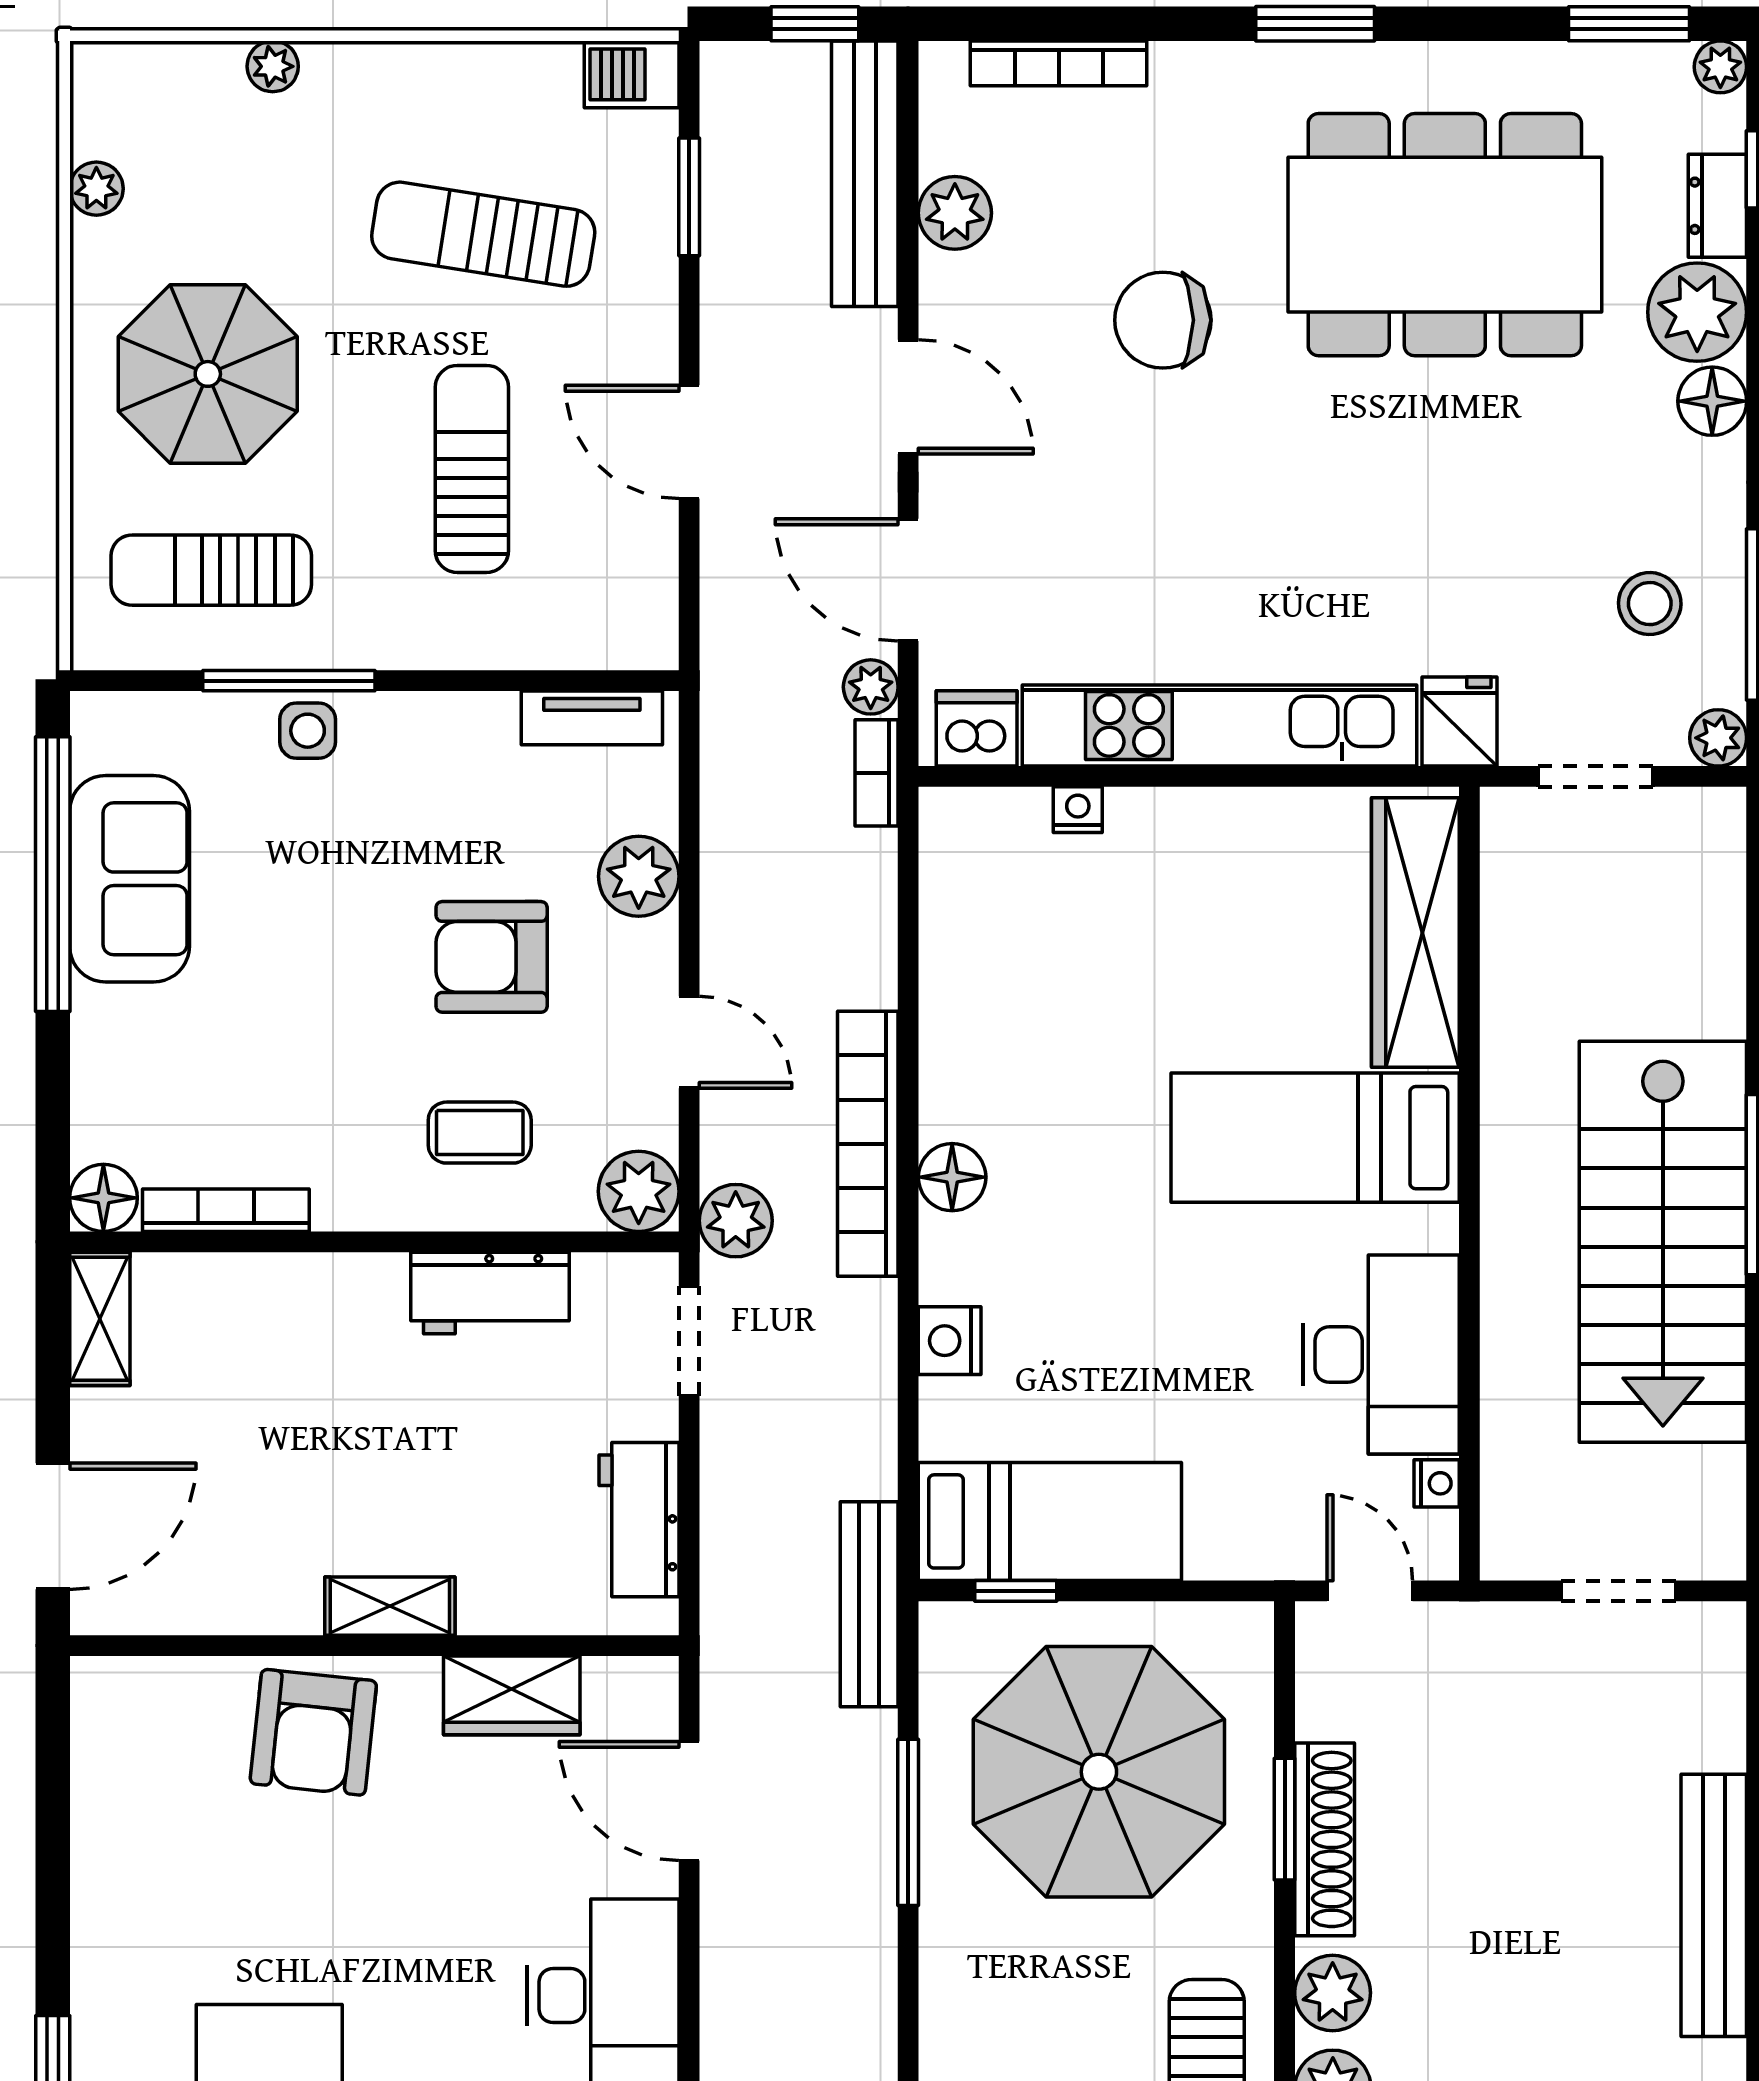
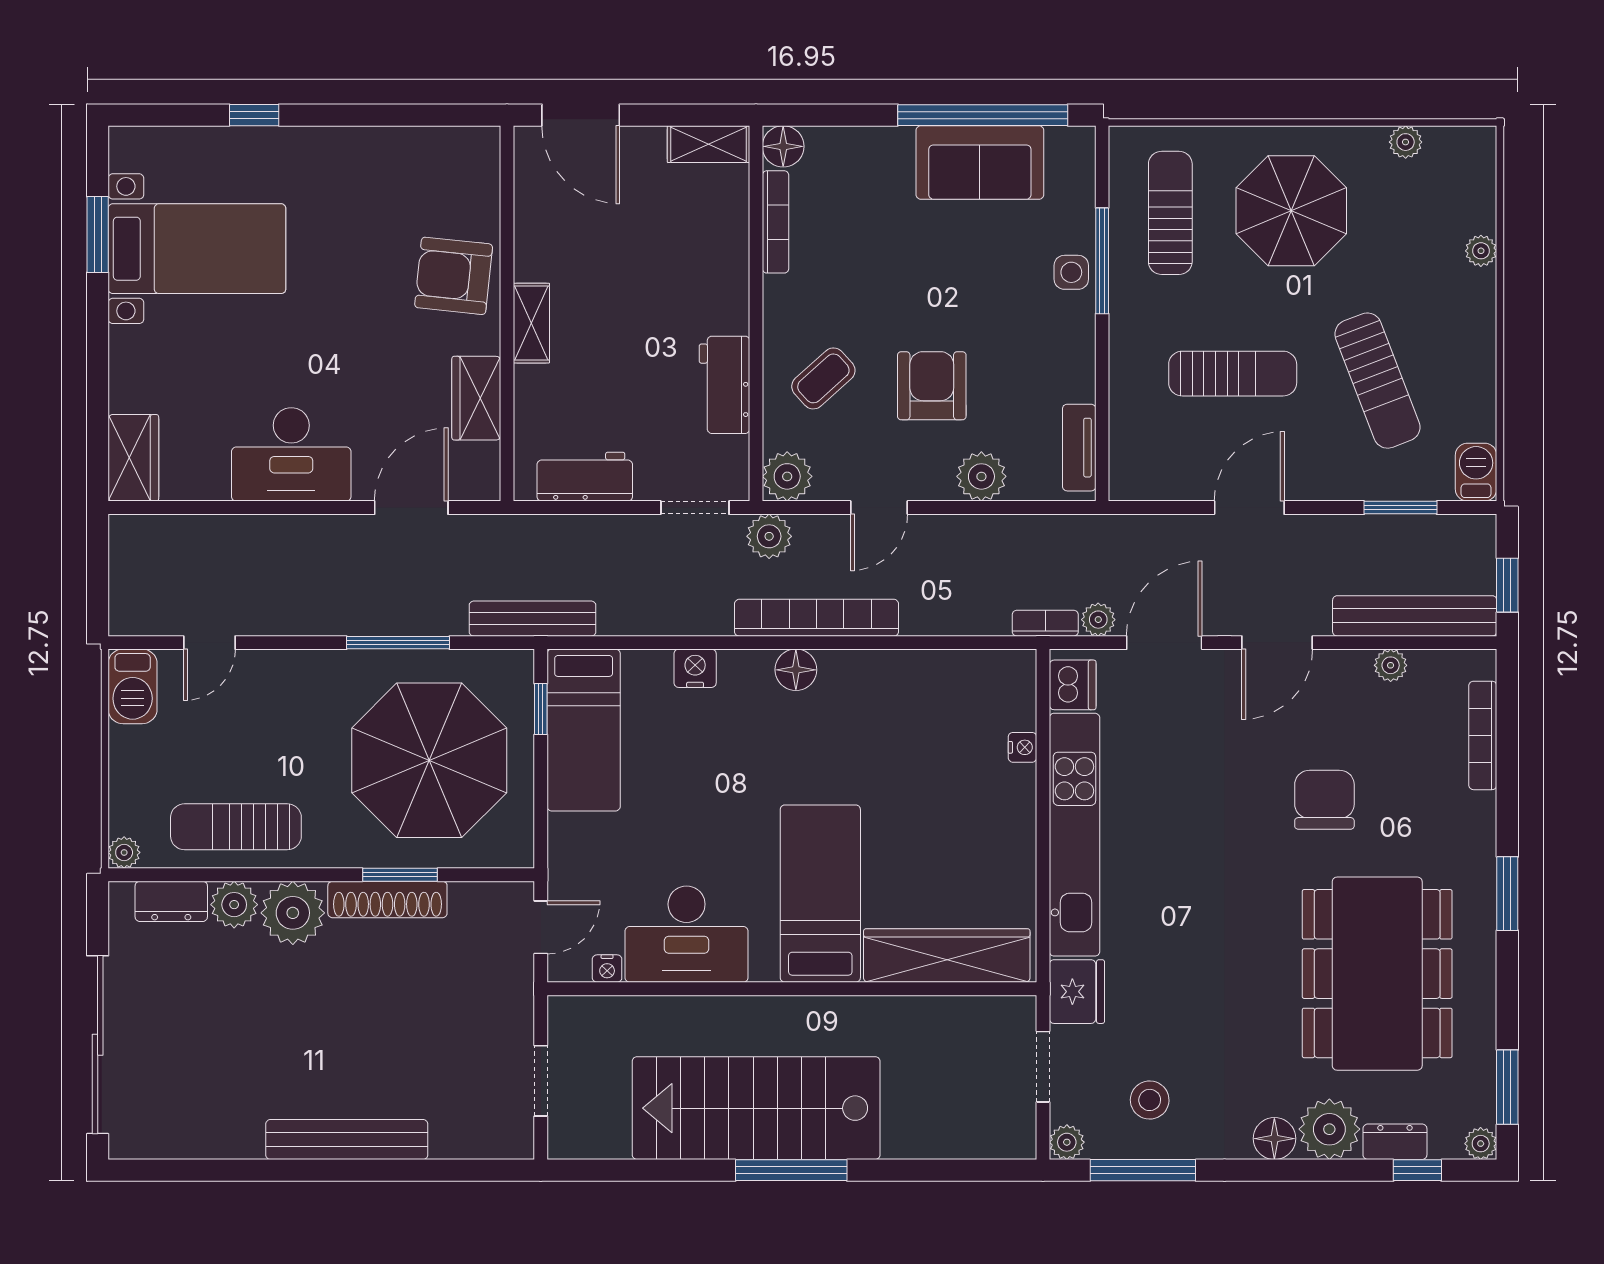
plant: (955, 213) -> (1391, 665), width x0.73, depth x0.73
sun lounger: (483, 234) -> (1377, 381), turned 150
fridge: (1459, 722) -> (1077, 992), width x1.38
coffee table: (480, 1133) -> (823, 378), turned 48
plant: (1333, 1993) -> (293, 913), width x1.36, depth x1.36

